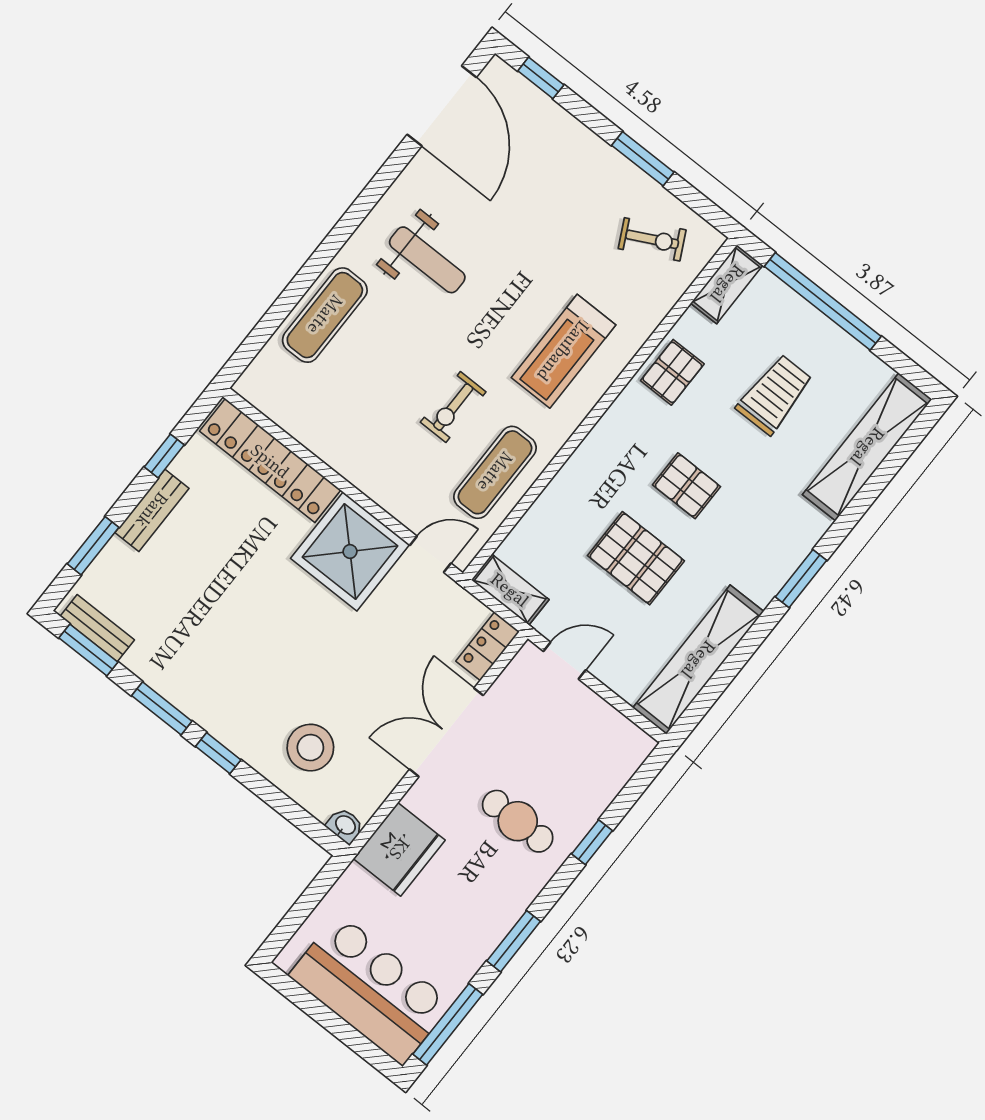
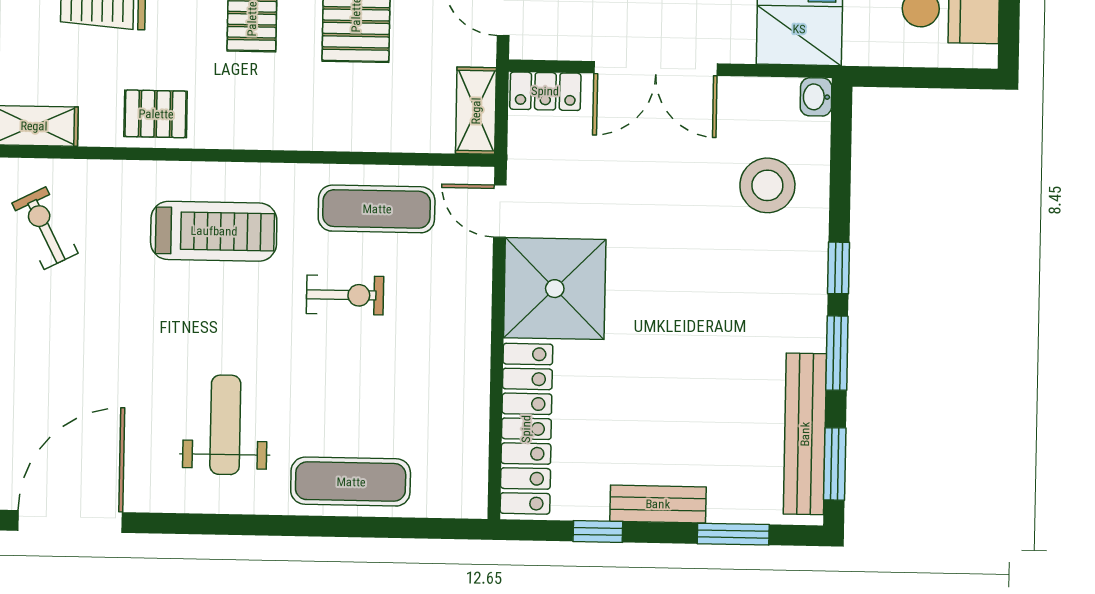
bench: (97, 628) -> (805, 434), width x1.86, depth x1.21

